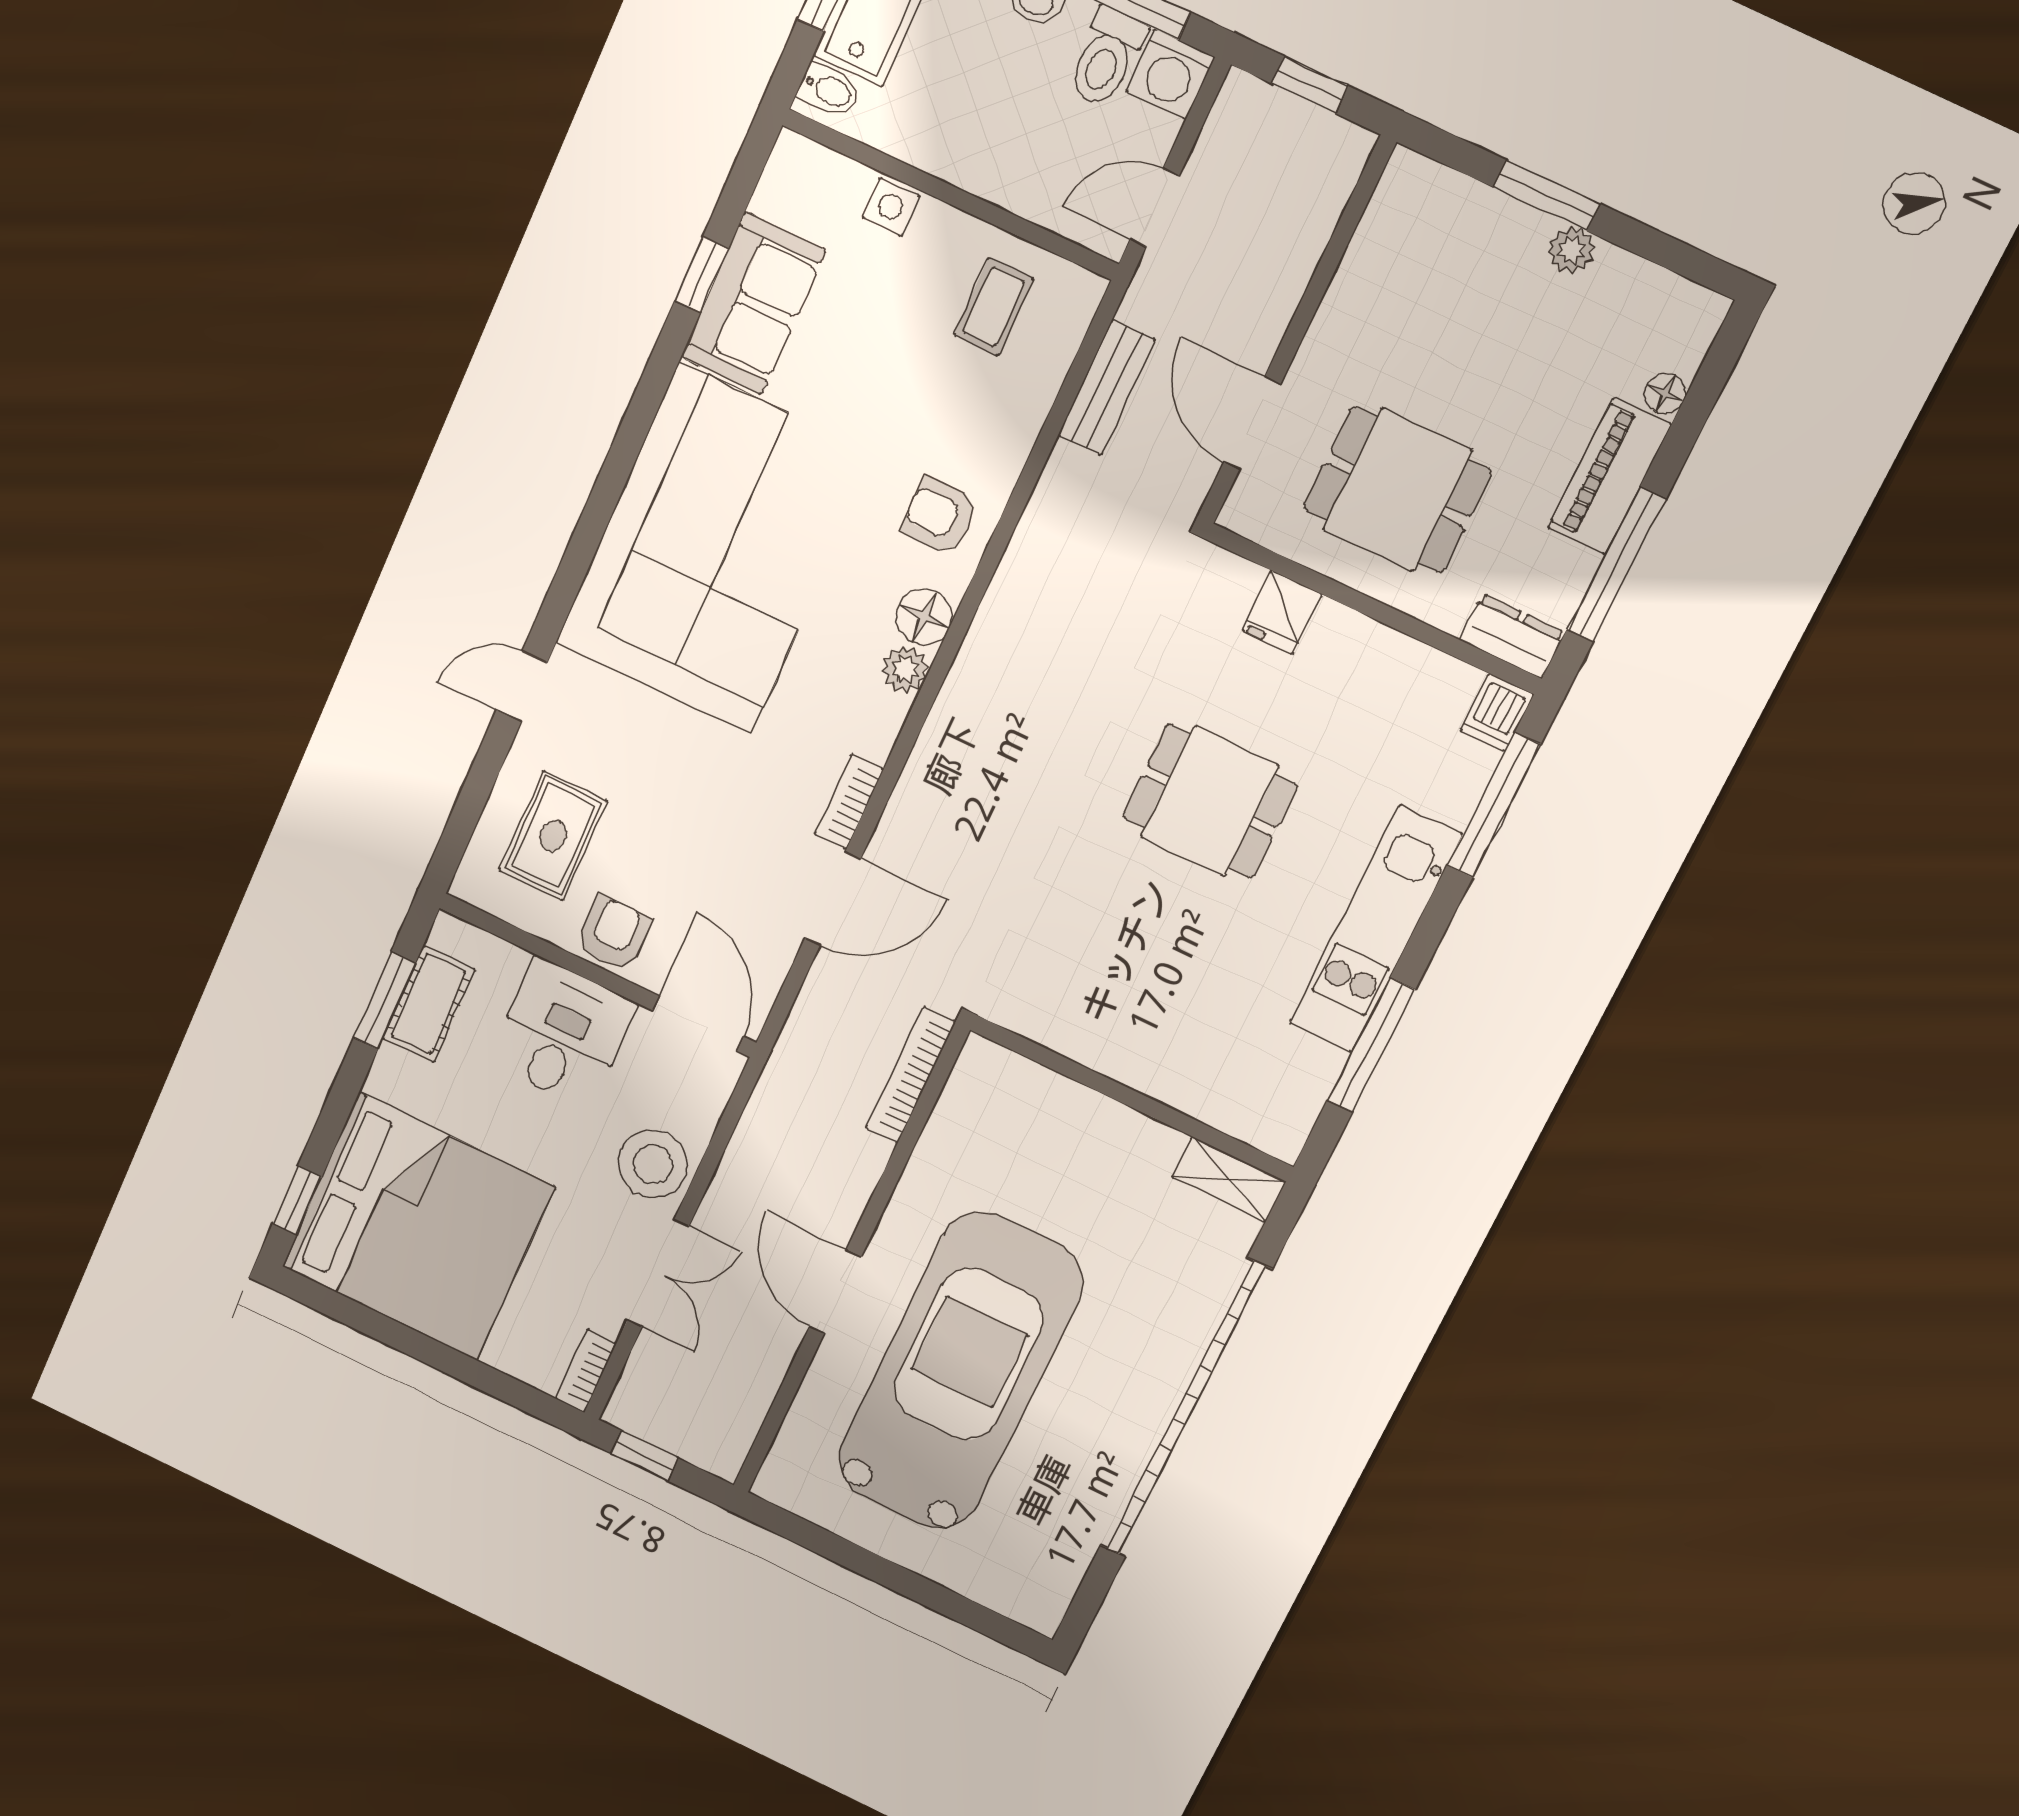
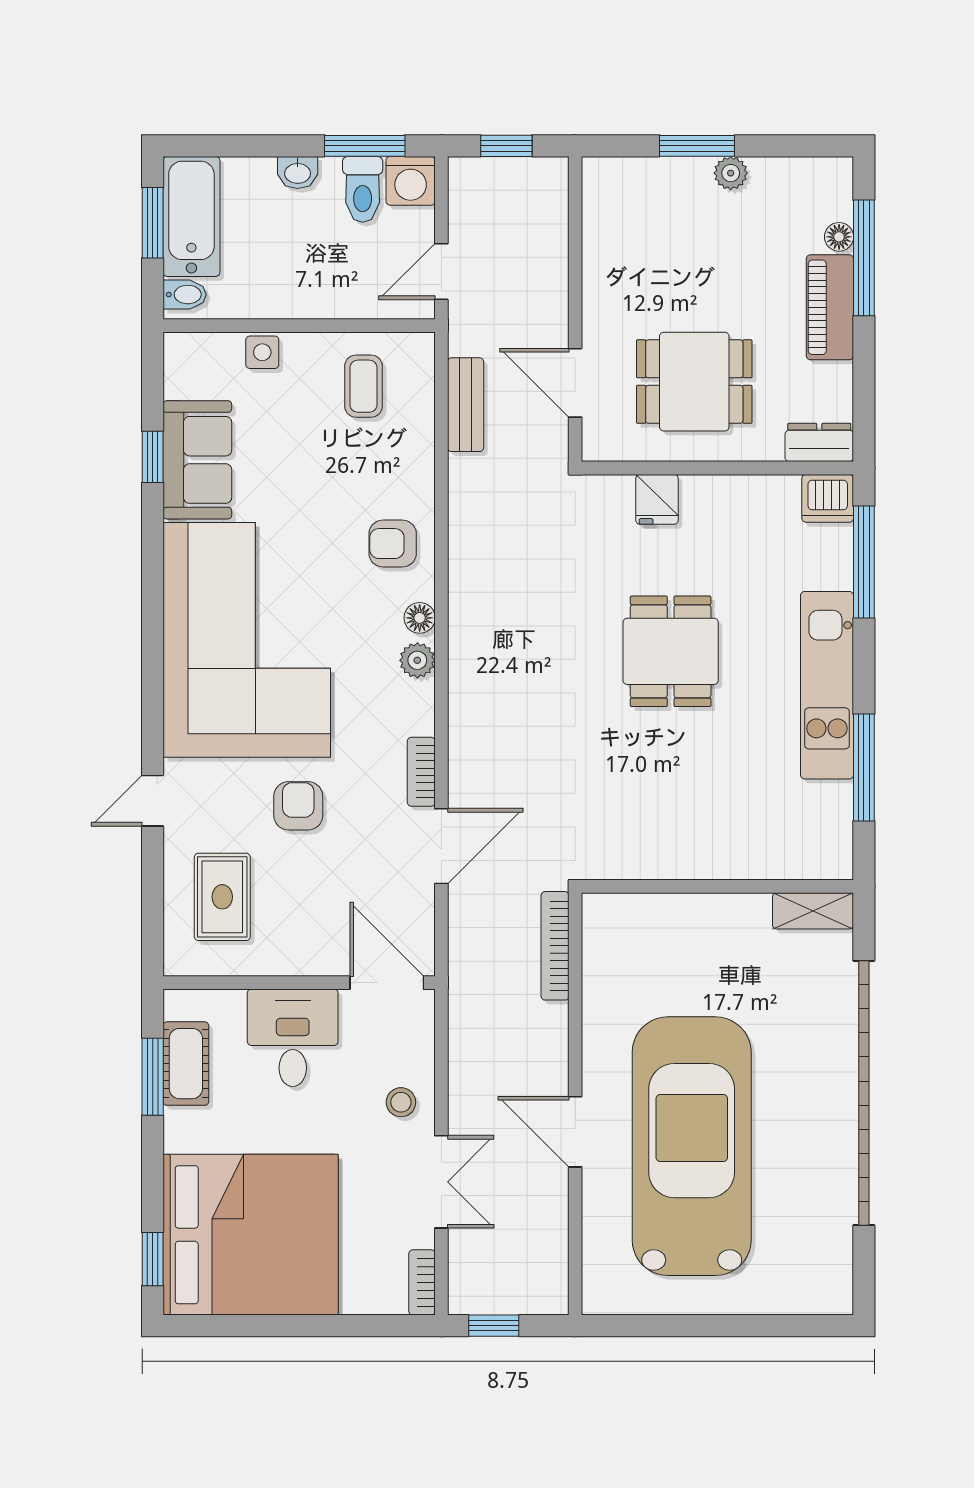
window: (1616, 564) -> (864, 258), moved
floor lamp: (924, 617) -> (420, 618), width x0.73, depth x0.73
dishwasher: (1497, 713) -> (828, 498), width x1.38
dining table: (1210, 801) -> (671, 651), turned 90
armchair: (614, 933) -> (298, 806), moved
stool: (653, 1164) -> (401, 1102), width x0.53, depth x0.53

